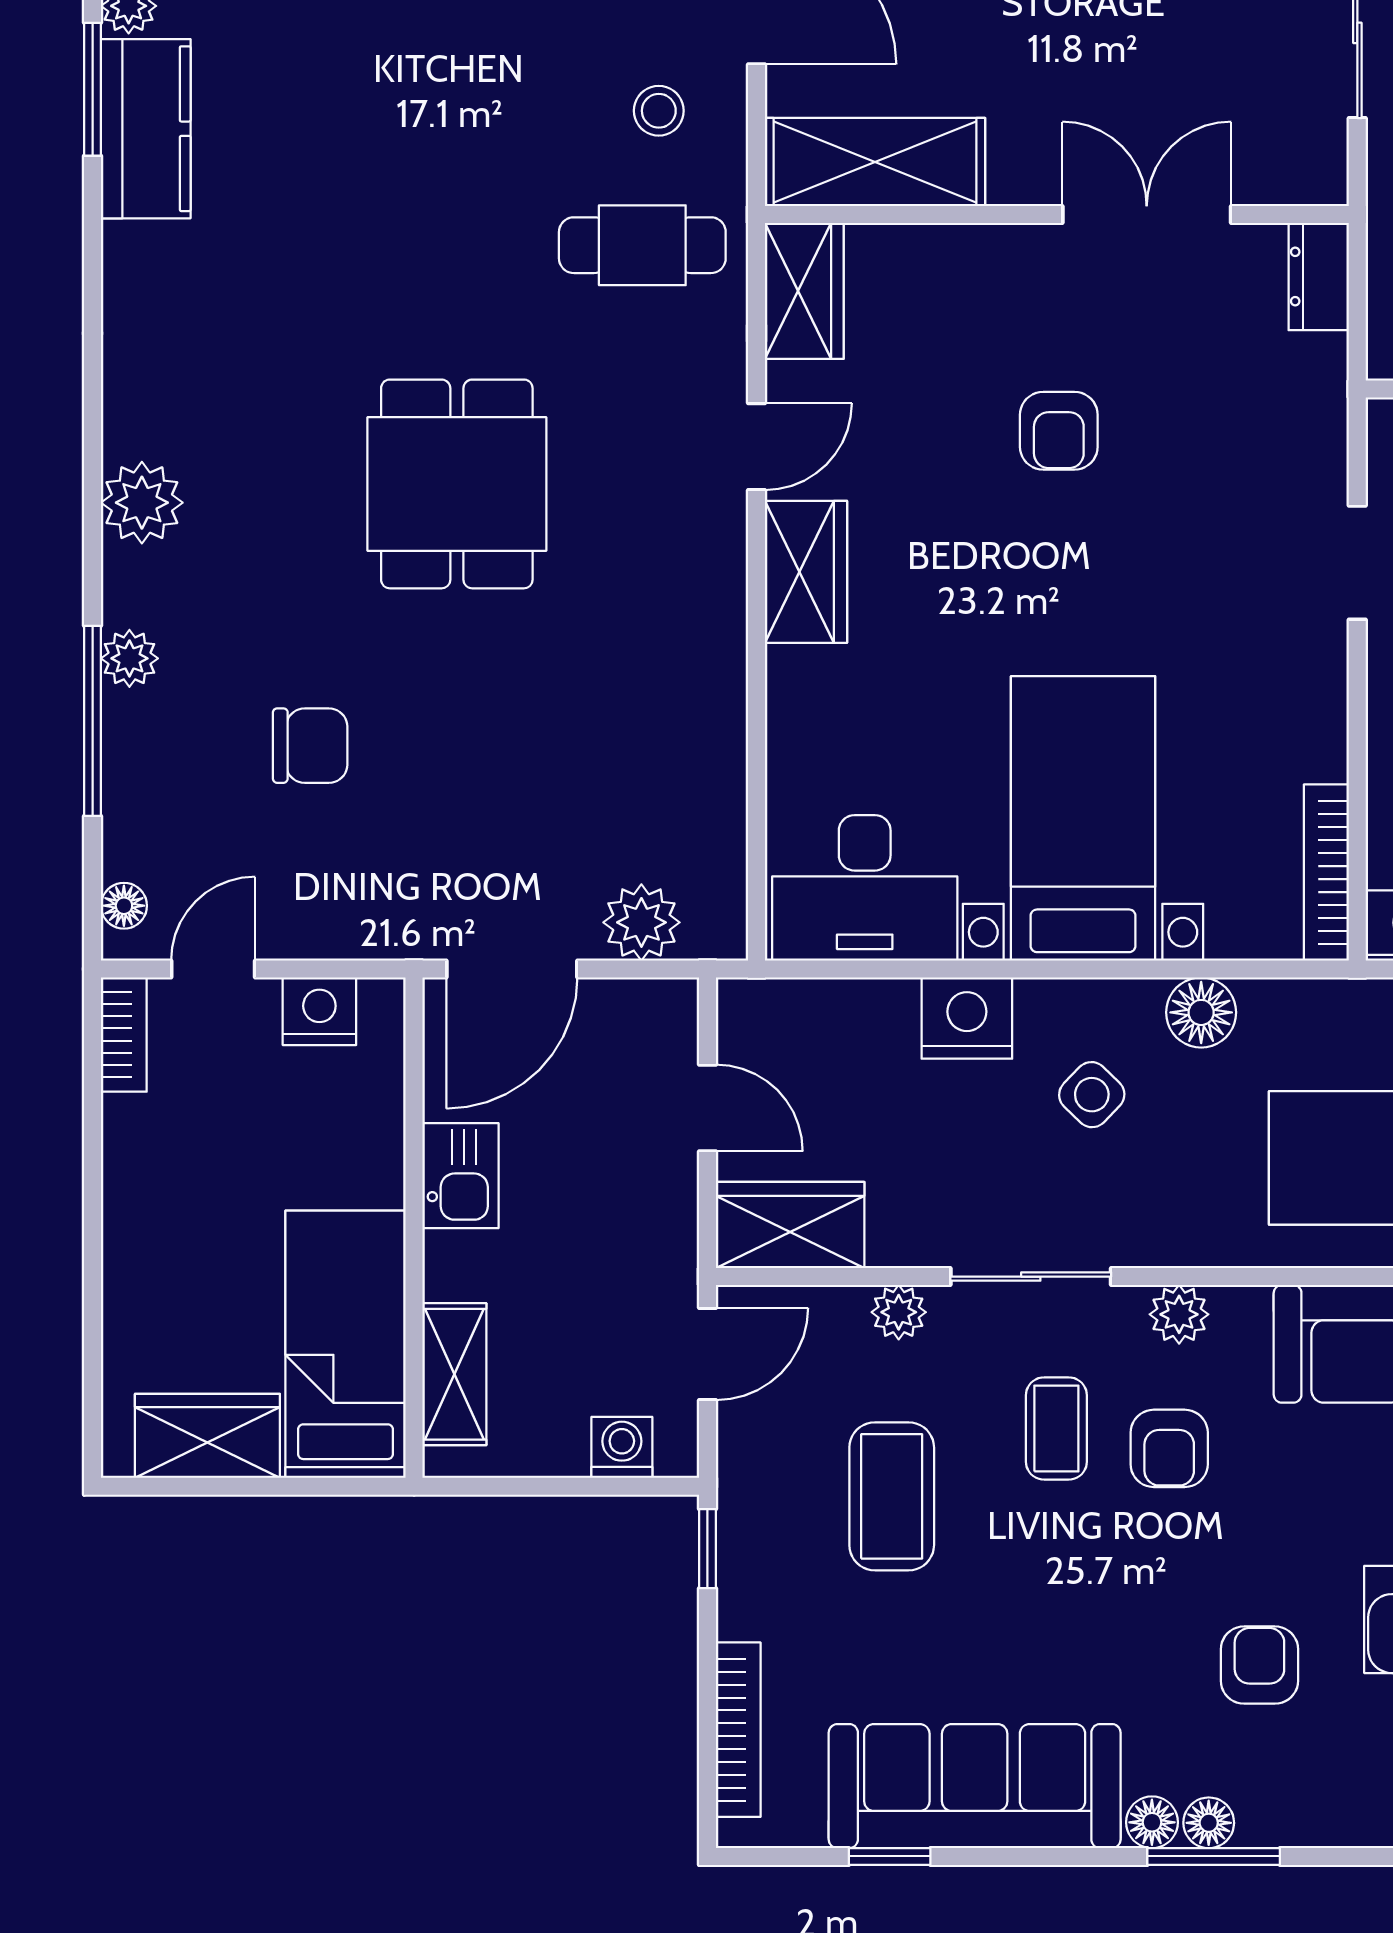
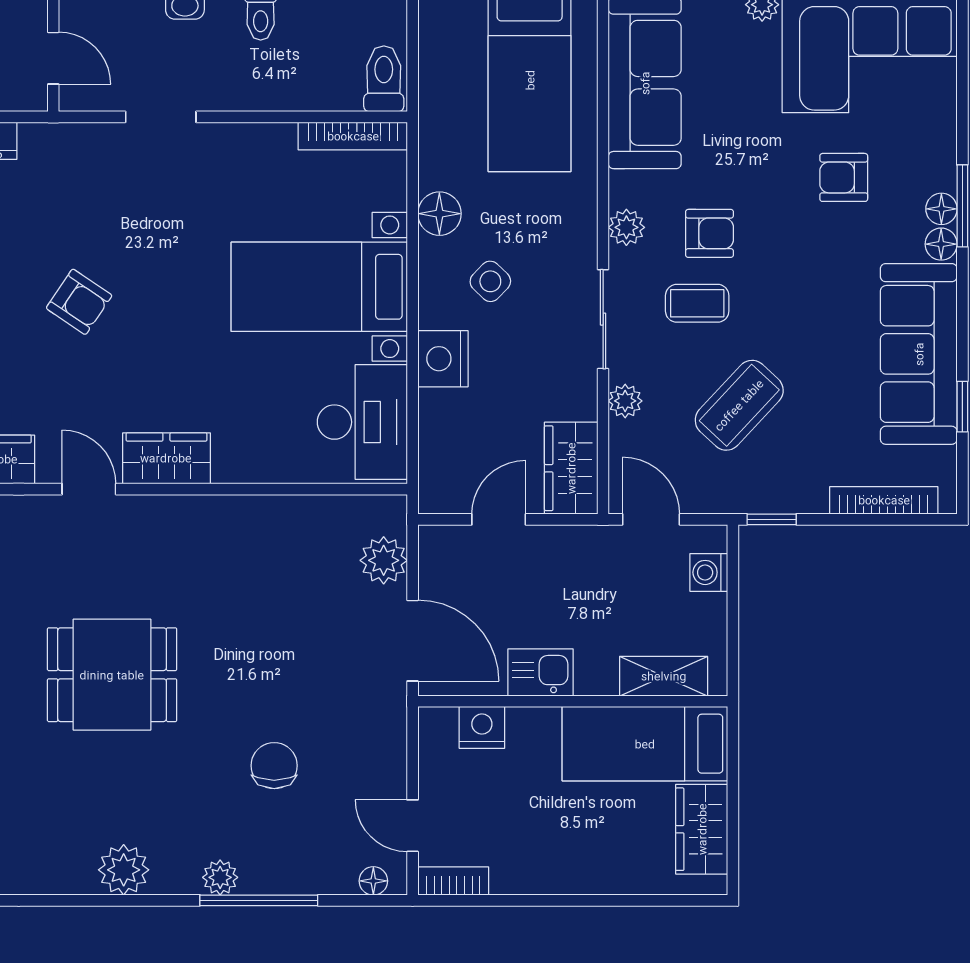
armchair: (1059, 431) -> (79, 302), turned 34
nightstand: (319, 1011) -> (482, 727), moved, turned 90
coffee table: (892, 1496) -> (739, 405), turned -47

